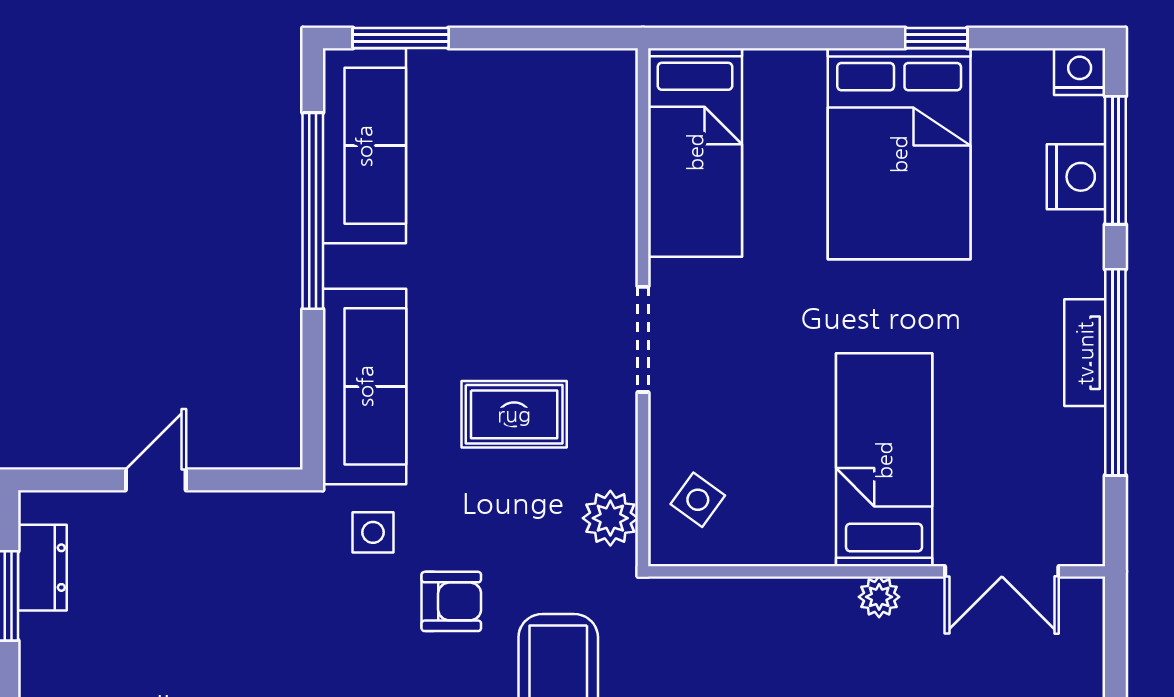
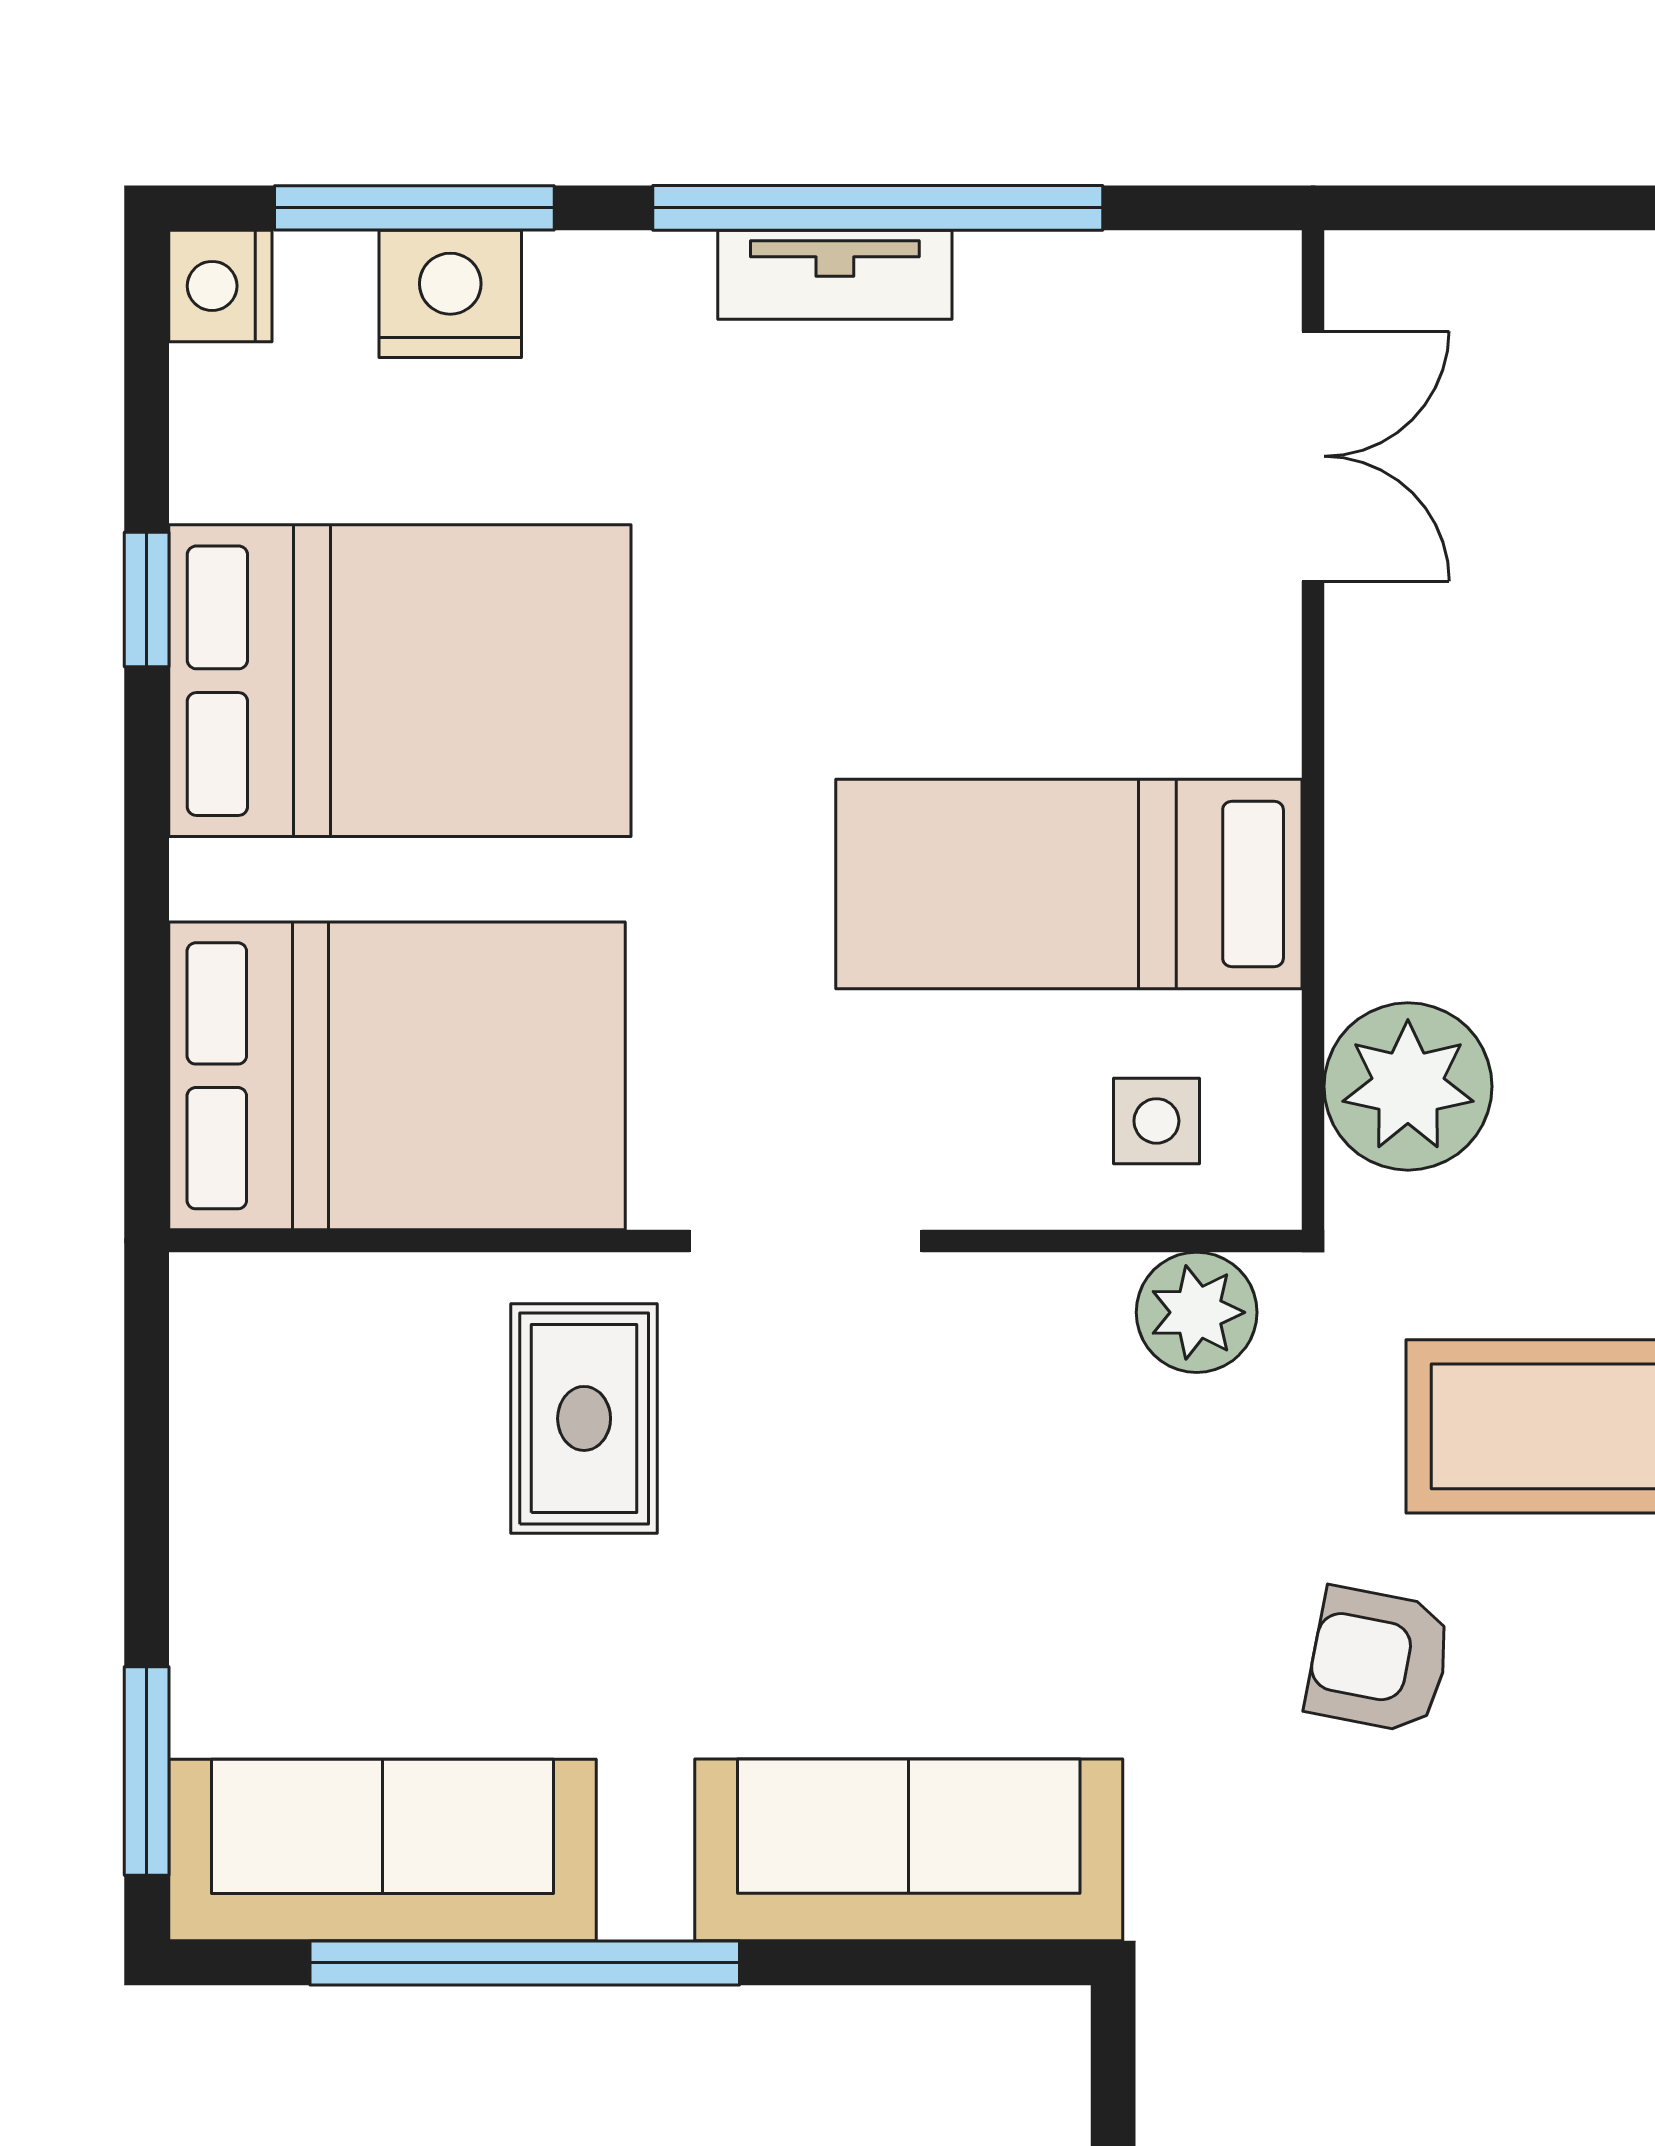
bed: (695, 152) -> (397, 1076), width x1.50
rug: (514, 414) -> (584, 1418), moved
bed: (884, 460) -> (1069, 884), moved
side table: (698, 500) -> (1156, 1121), turned -36
side table: (373, 532) -> (1228, 1831), removed
plant: (879, 597) -> (1408, 1086), moved, width x1.88, depth x1.88
armchair: (451, 601) -> (1379, 1660), turned -79

